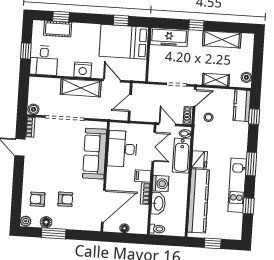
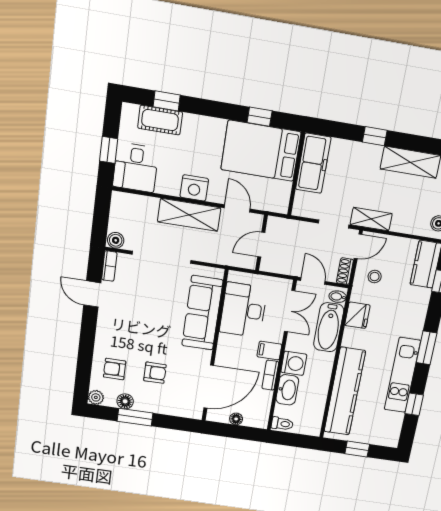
freezer: (169, 37) -> (313, 163), moved, turned -90
shelving: (216, 80) -> (371, 219), moved
fridge: (199, 159) -> (357, 315), moved

